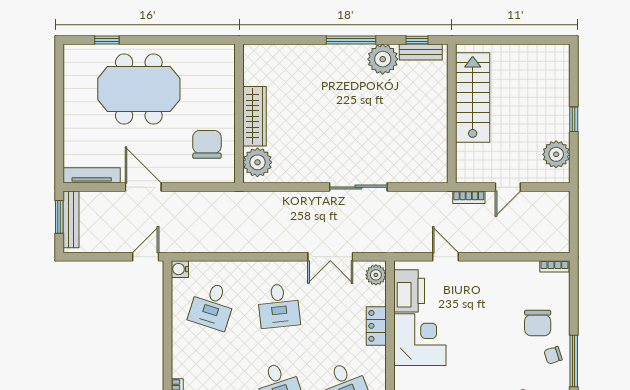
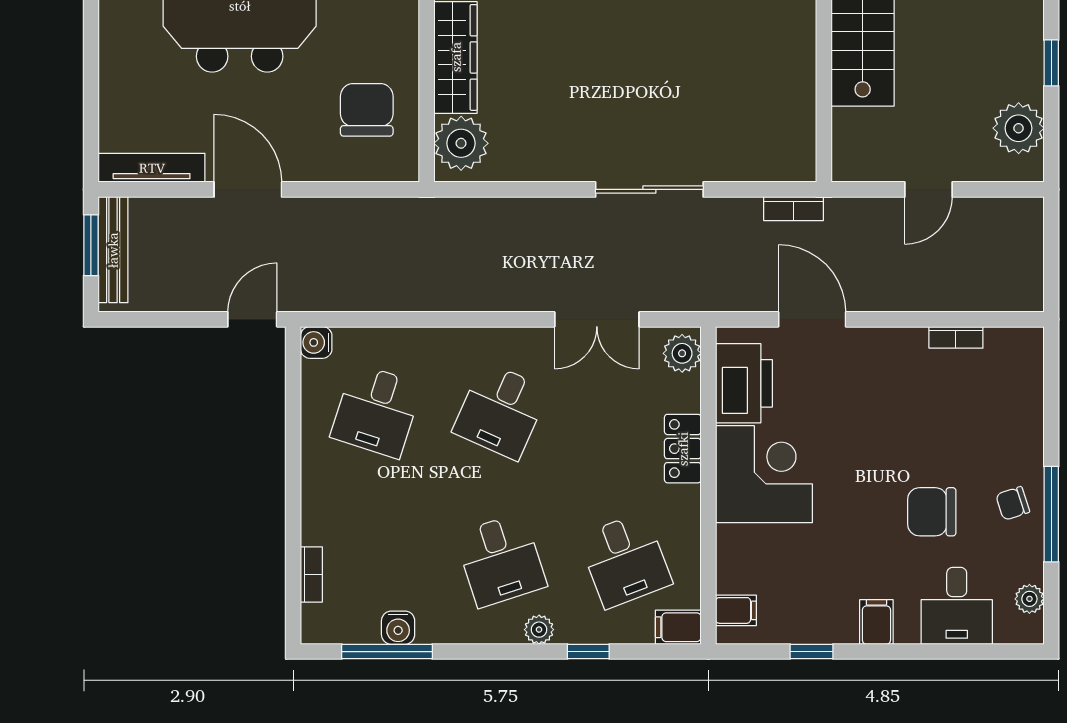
bookcase: (469, 197) -> (794, 209), moved
door: (446, 257) -> (812, 319), width x1.38
bookcase: (554, 266) -> (956, 337), moved
desk: (279, 306) -> (501, 411), turned 30
chair: (538, 323) -> (932, 512), moved, turned 90

